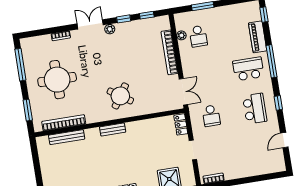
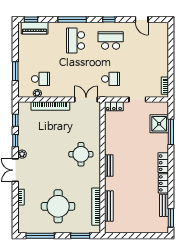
piano: (258, 37) -> (35, 28), moved
round table: (120, 96) -> (81, 154), turned -34

